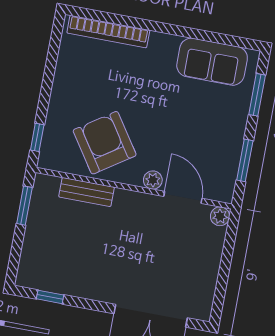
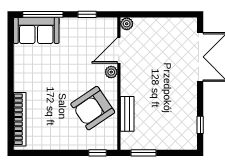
sofa: (212, 62) -> (36, 31), moved, turned 90
window: (257, 95) -> (43, 14), width x1.44
window: (245, 160) -> (87, 14), width x0.67

